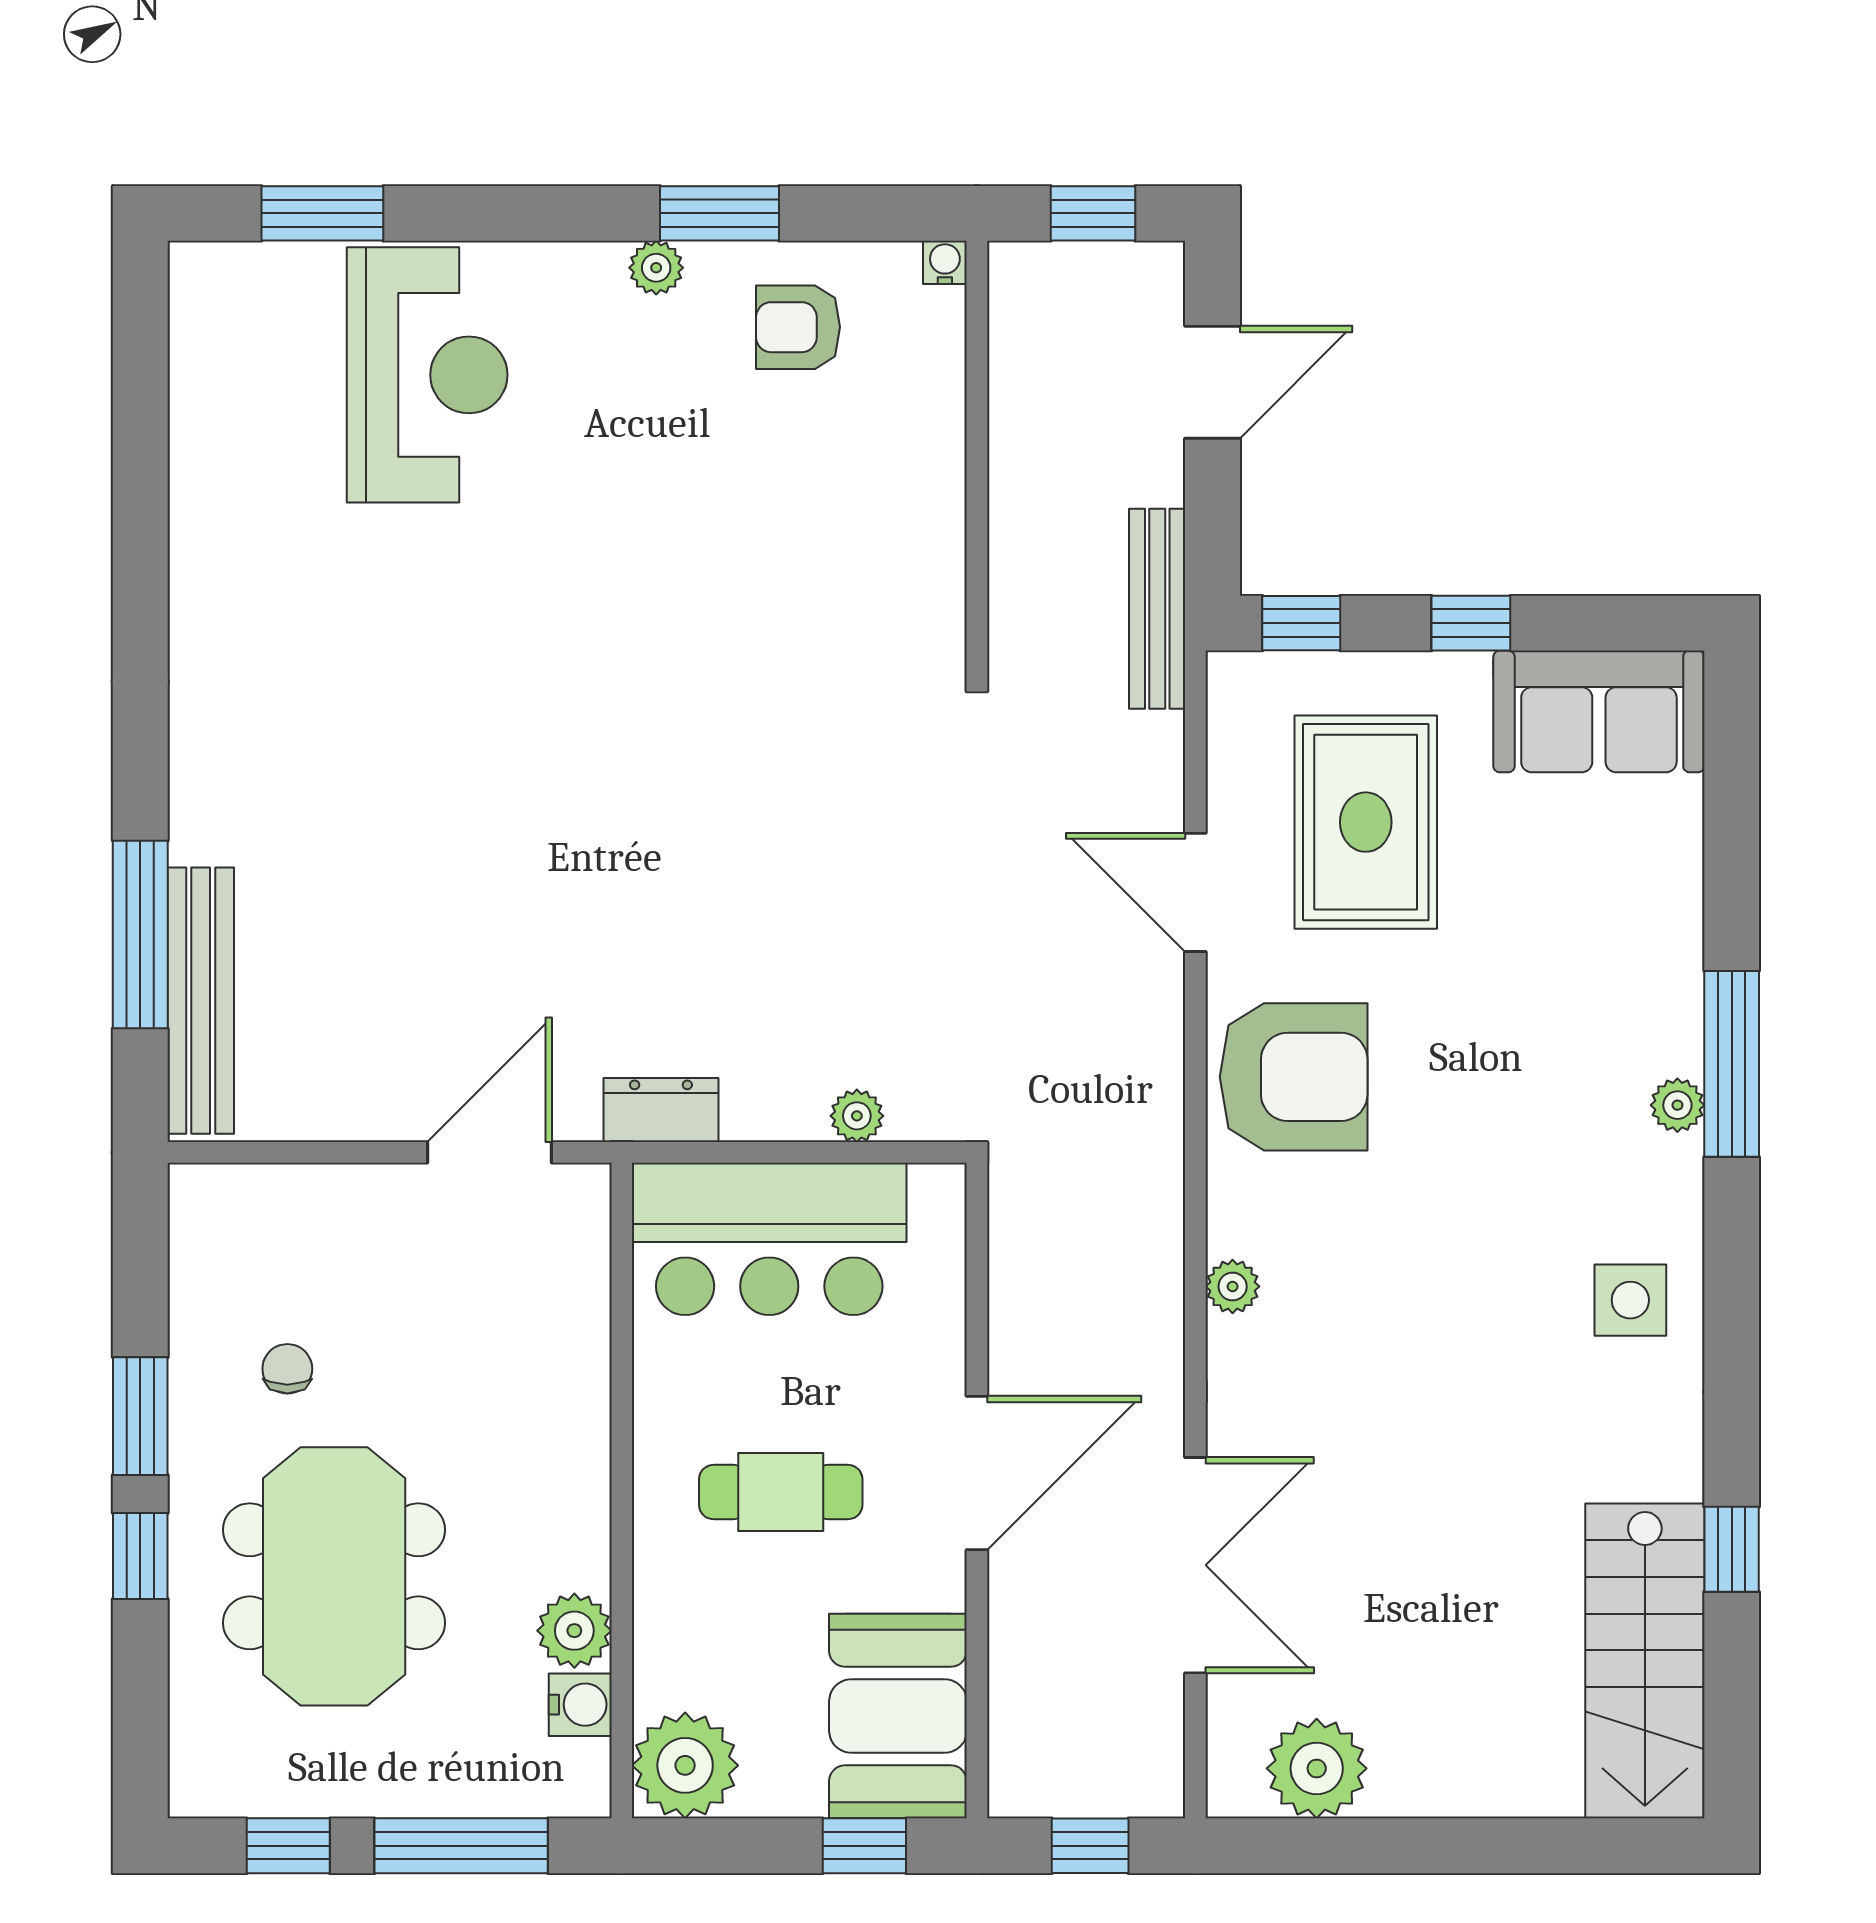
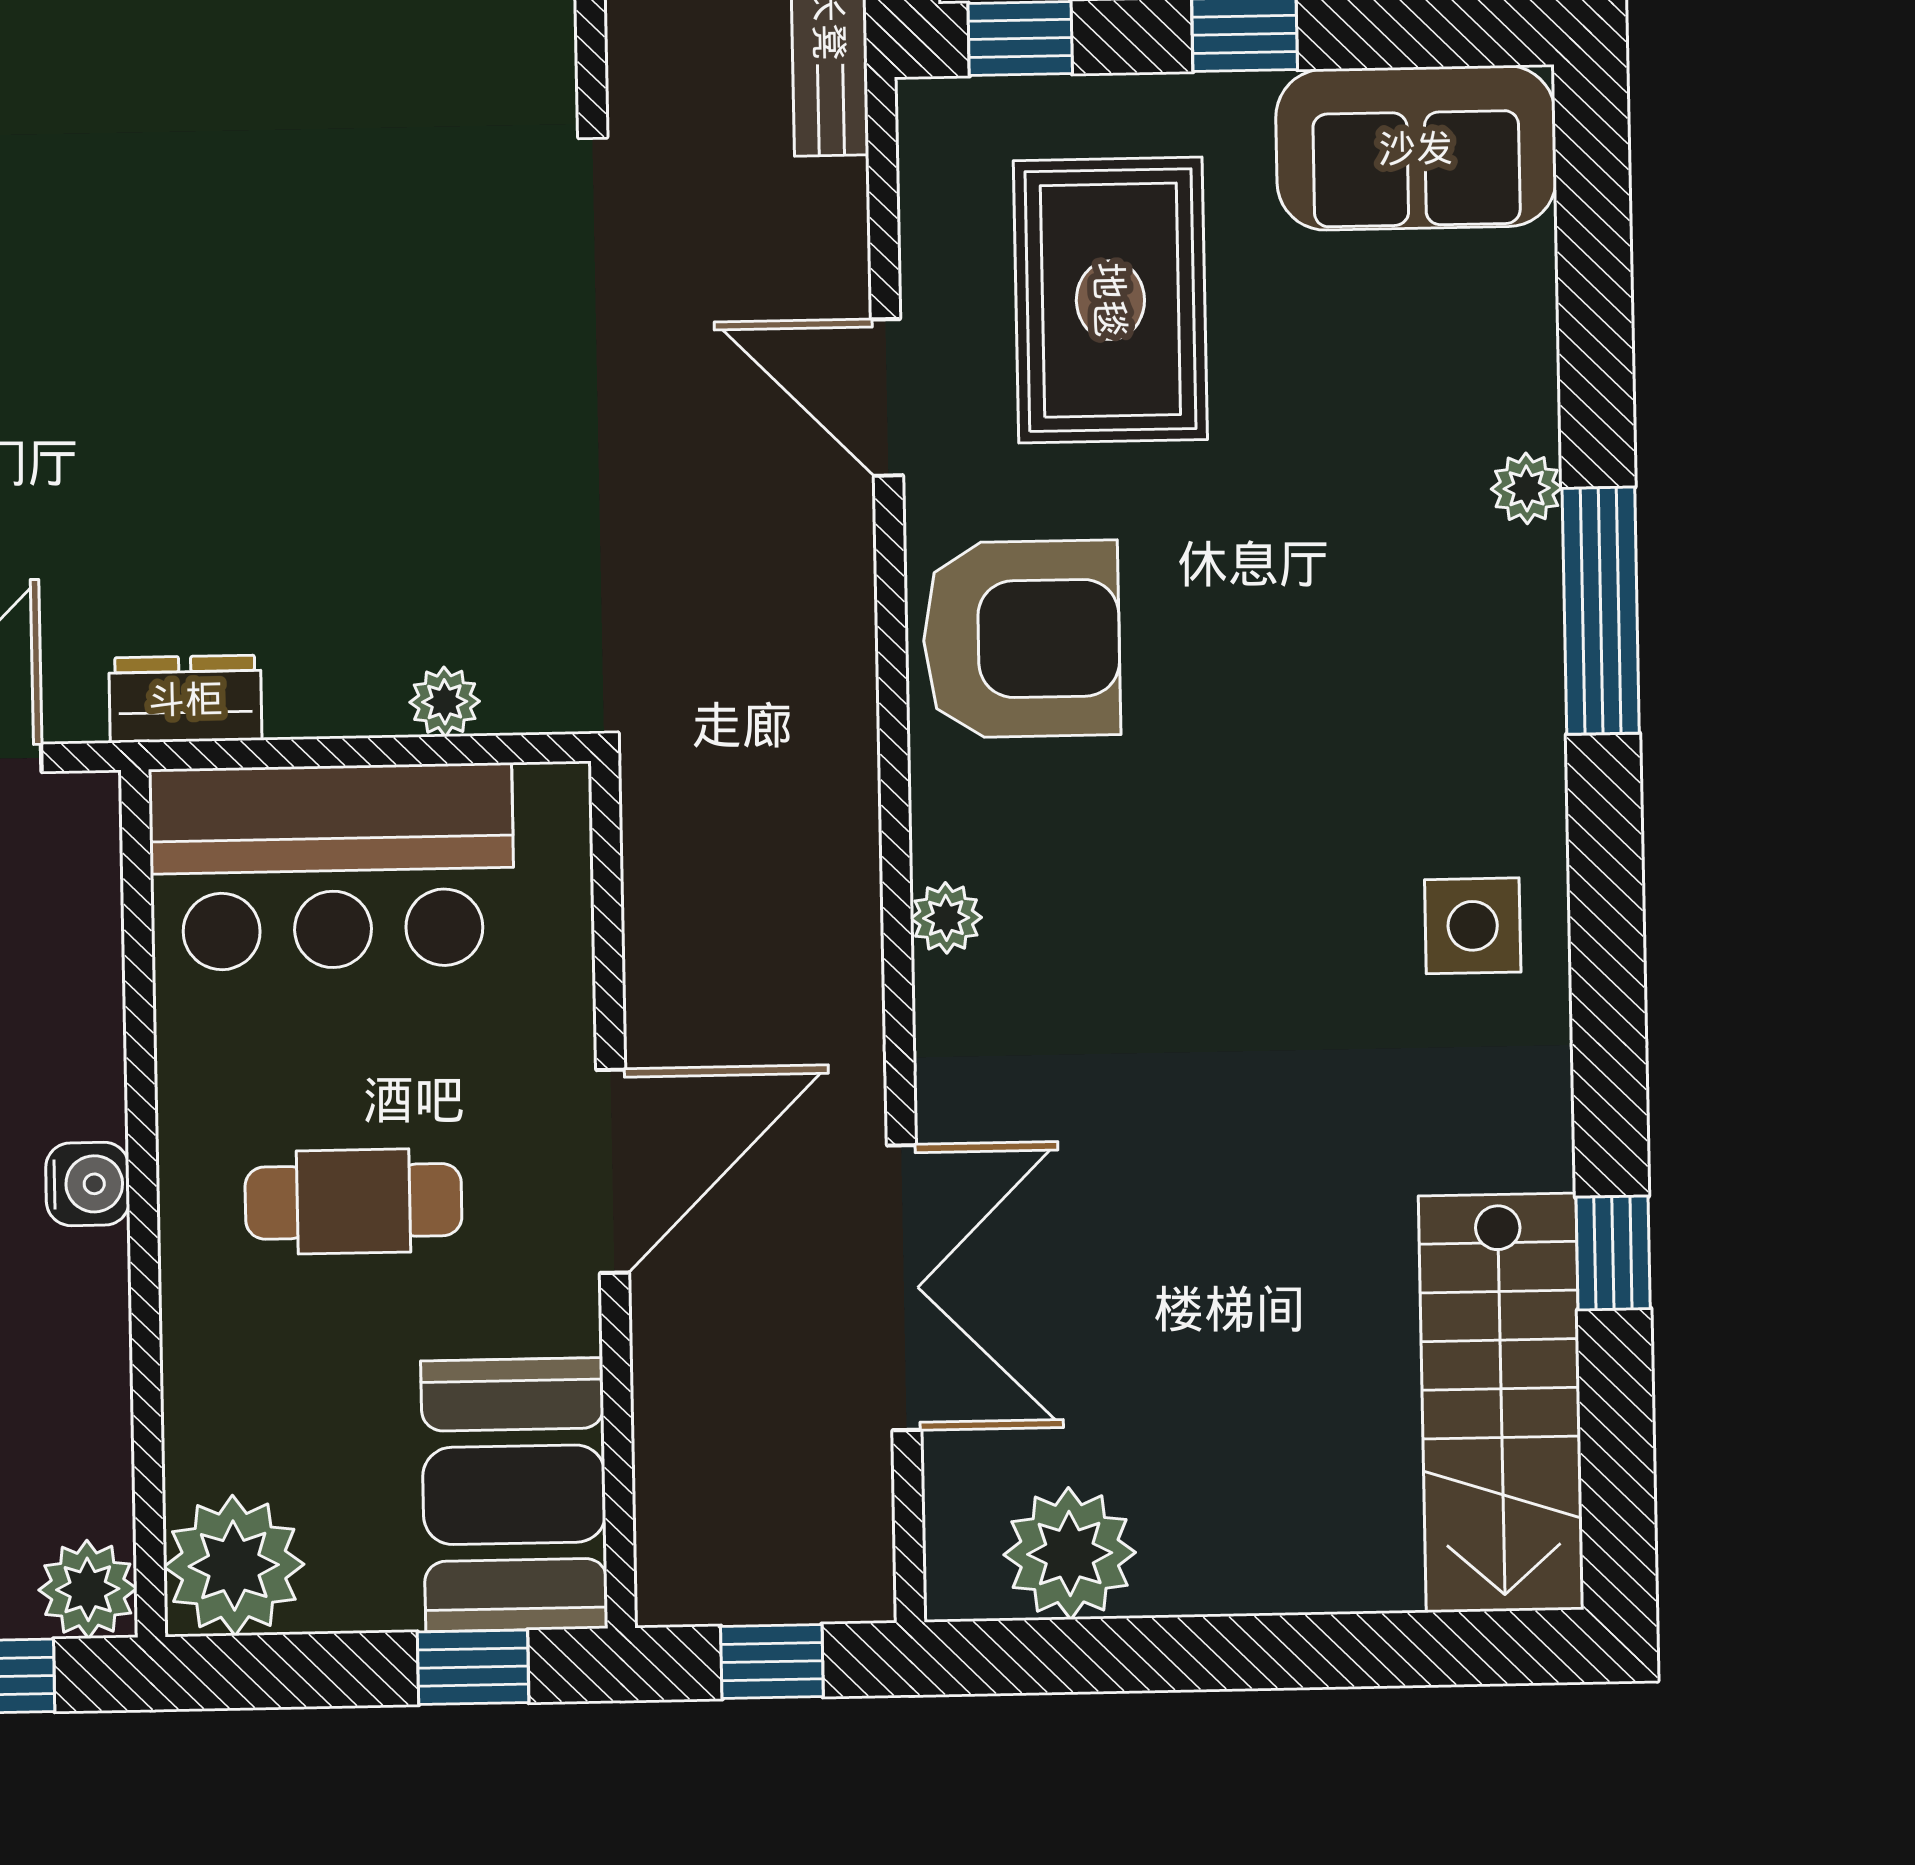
plant: (1677, 1105) -> (1527, 488), moved
plant: (574, 1631) -> (88, 1589), moved
water cooler: (580, 1705) -> (88, 1184), moved

